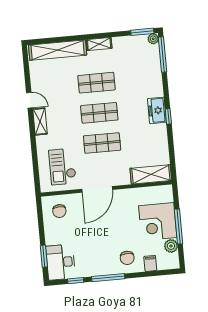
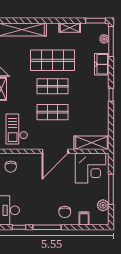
plant: (153, 39) -> (104, 39), moved
shelving: (99, 44) -> (70, 28), moved
shop shelf: (96, 83) -> (52, 60), width x1.43, depth x1.36
freezer: (157, 110) -> (102, 64), moved
door: (97, 189) -> (55, 151), moved
corner desk: (158, 222) -> (91, 168), moved, turned -90

